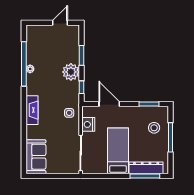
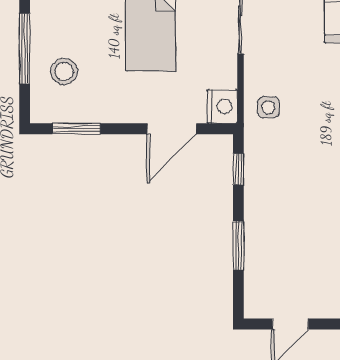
plant: (71, 72) -> (264, 206), removed
door: (109, 104) -> (172, 129), hinge flipped
nightstand: (88, 124) -> (222, 107), moved

